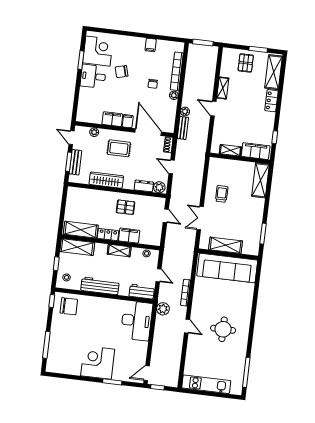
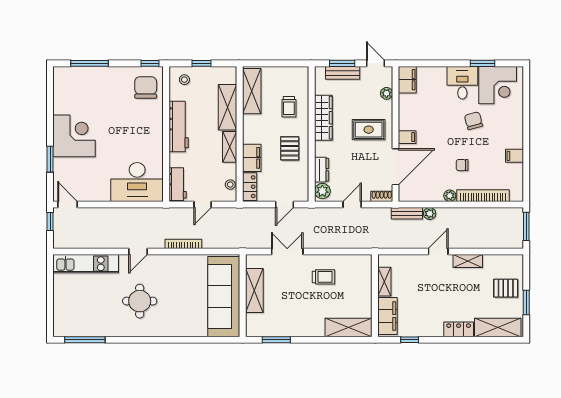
filing cabinet: (112, 119) -> (407, 80), moved
door: (71, 138) -> (375, 63), hinge flipped
rug: (119, 148) -> (369, 130), turned 90
trolley: (95, 204) -> (289, 107), added
locker: (108, 235) -> (250, 187), moved
shelving: (77, 247) -> (228, 107), moved
chair: (69, 306) -> (146, 87), turned 180
plant: (163, 309) -> (158, 216), removed
kitchen unit: (206, 384) -> (86, 264), moved, turned 90

